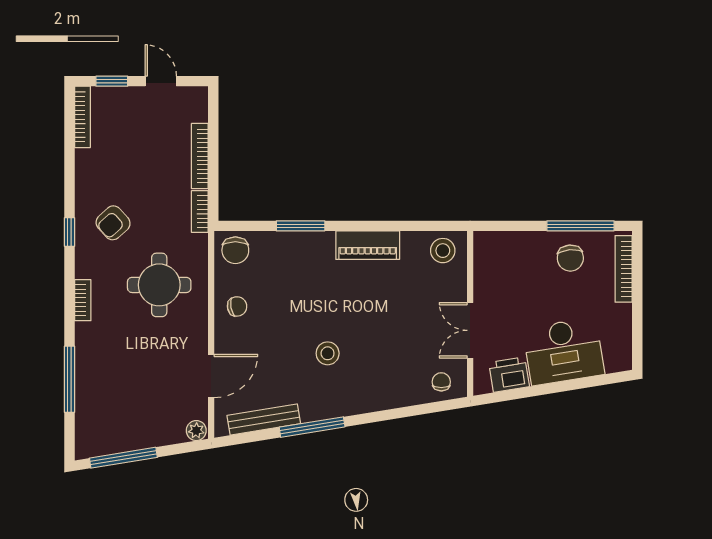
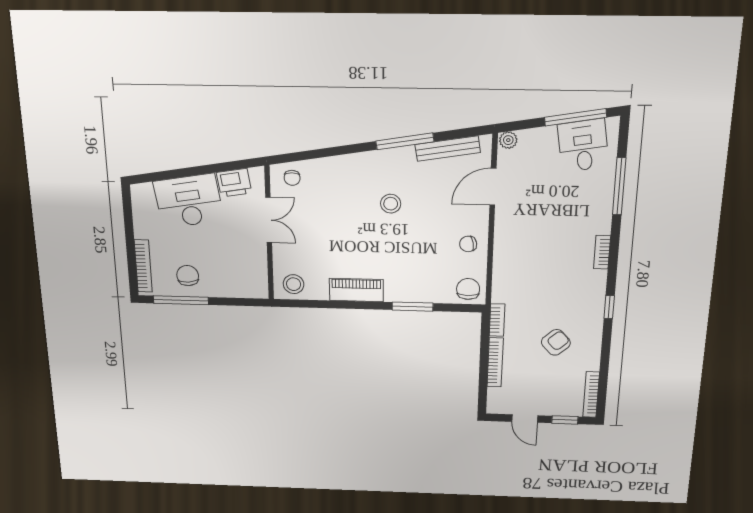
armchair: (113, 223) -> (556, 342), moved
round table: (159, 285) -> (535, 263), removed
desk: (113, 426) -> (583, 146), added

